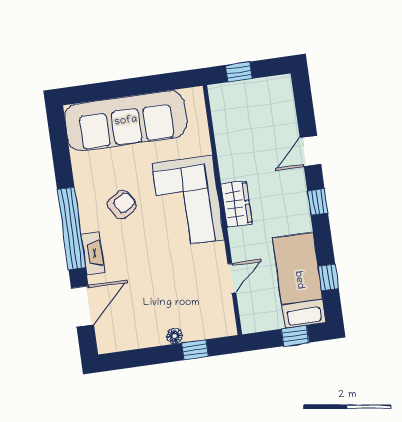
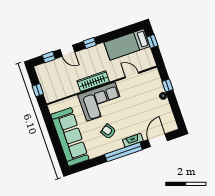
wardrobe: (237, 204) -> (93, 81), width x1.50
window: (328, 277) -> (49, 57), moved
door: (82, 306) -> (158, 140), hinge flipped

